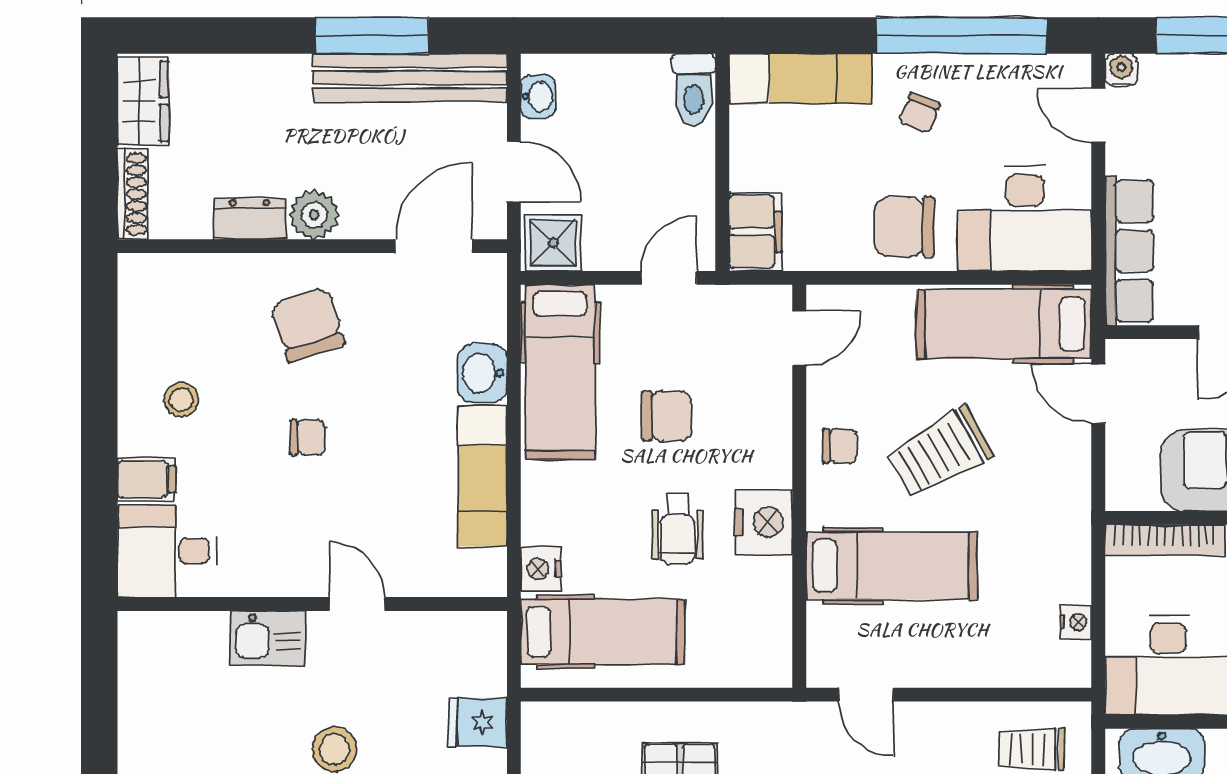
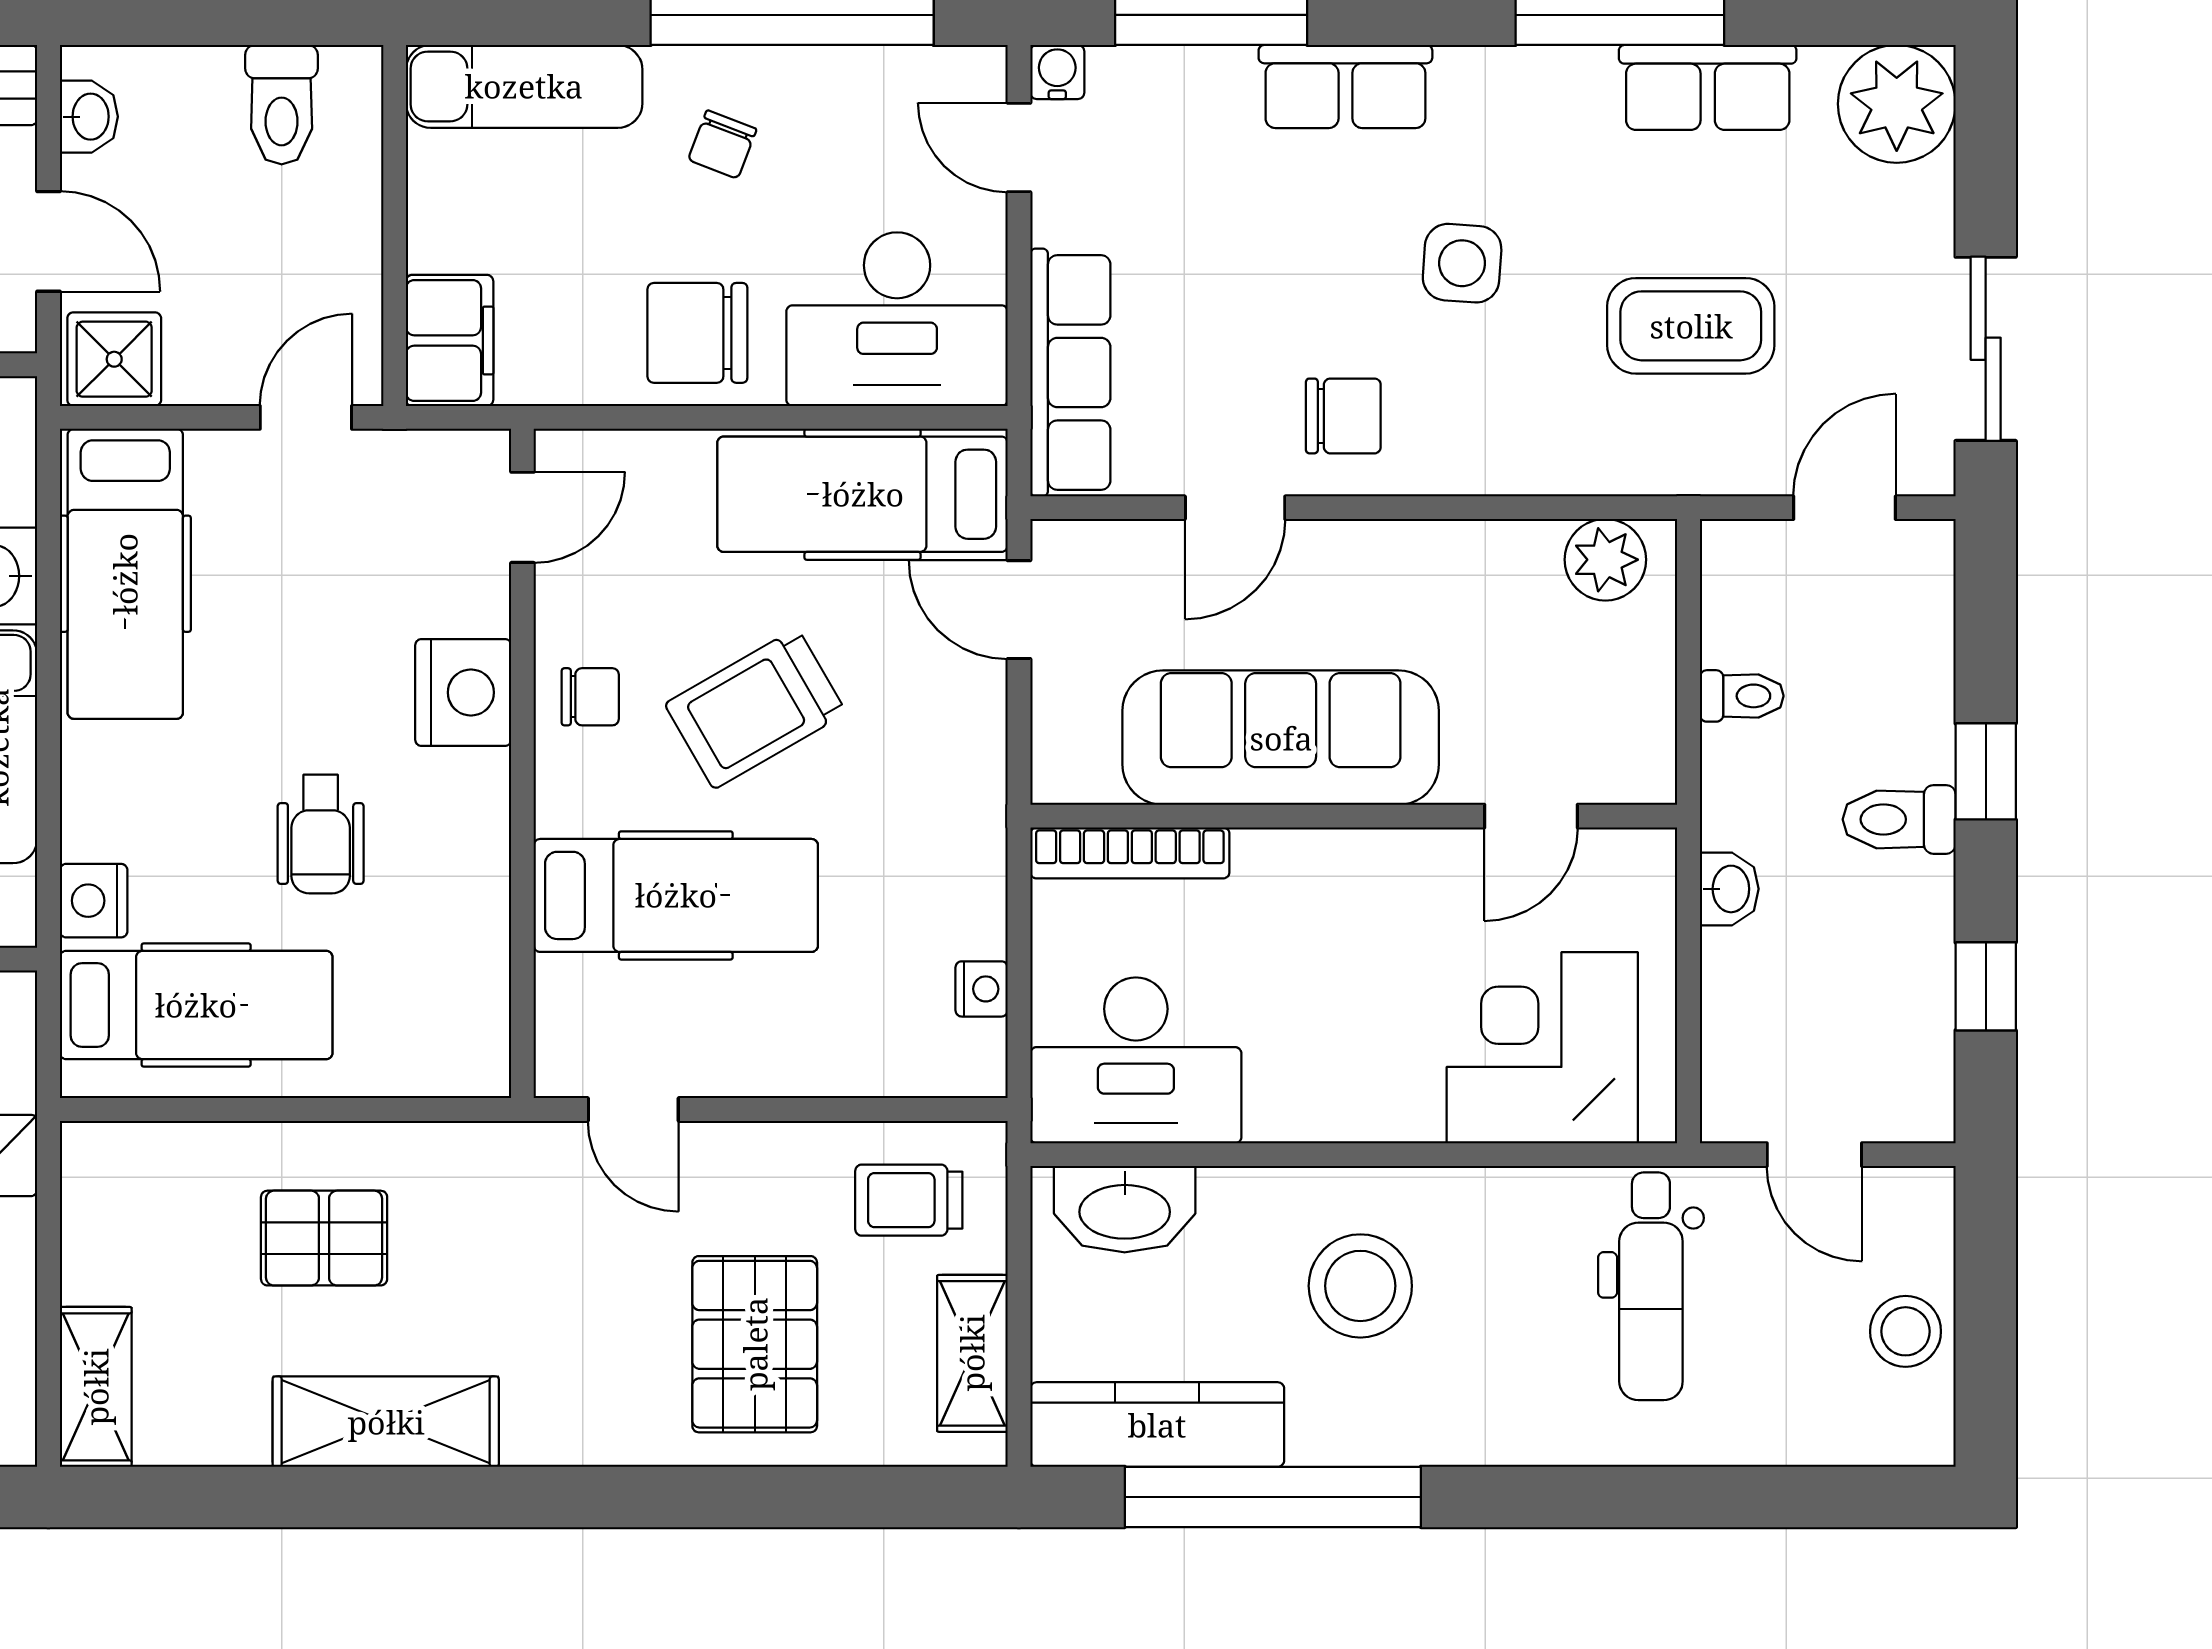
toilet: (694, 90) -> (282, 105), moved
chair: (667, 416) -> (302, 647), removed
nightstand: (764, 522) -> (463, 692), moved

